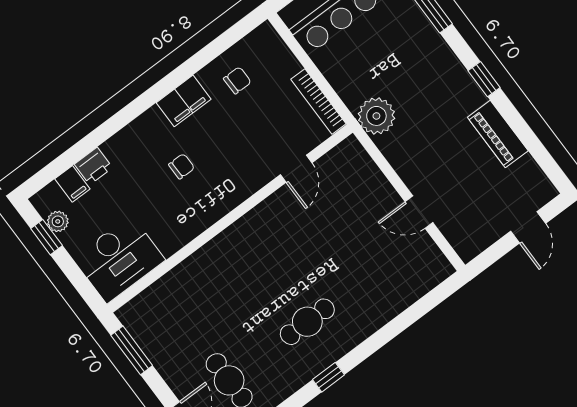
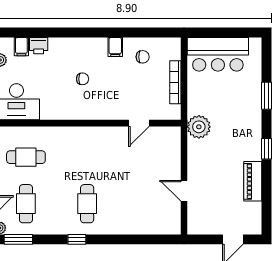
filing cabinet: (184, 101) -> (115, 47), width x0.50
bookcase: (318, 101) -> (175, 82), moved
cafe table: (184, 321) -> (26, 157), added
cafe table: (307, 322) -> (87, 204), turned 90

